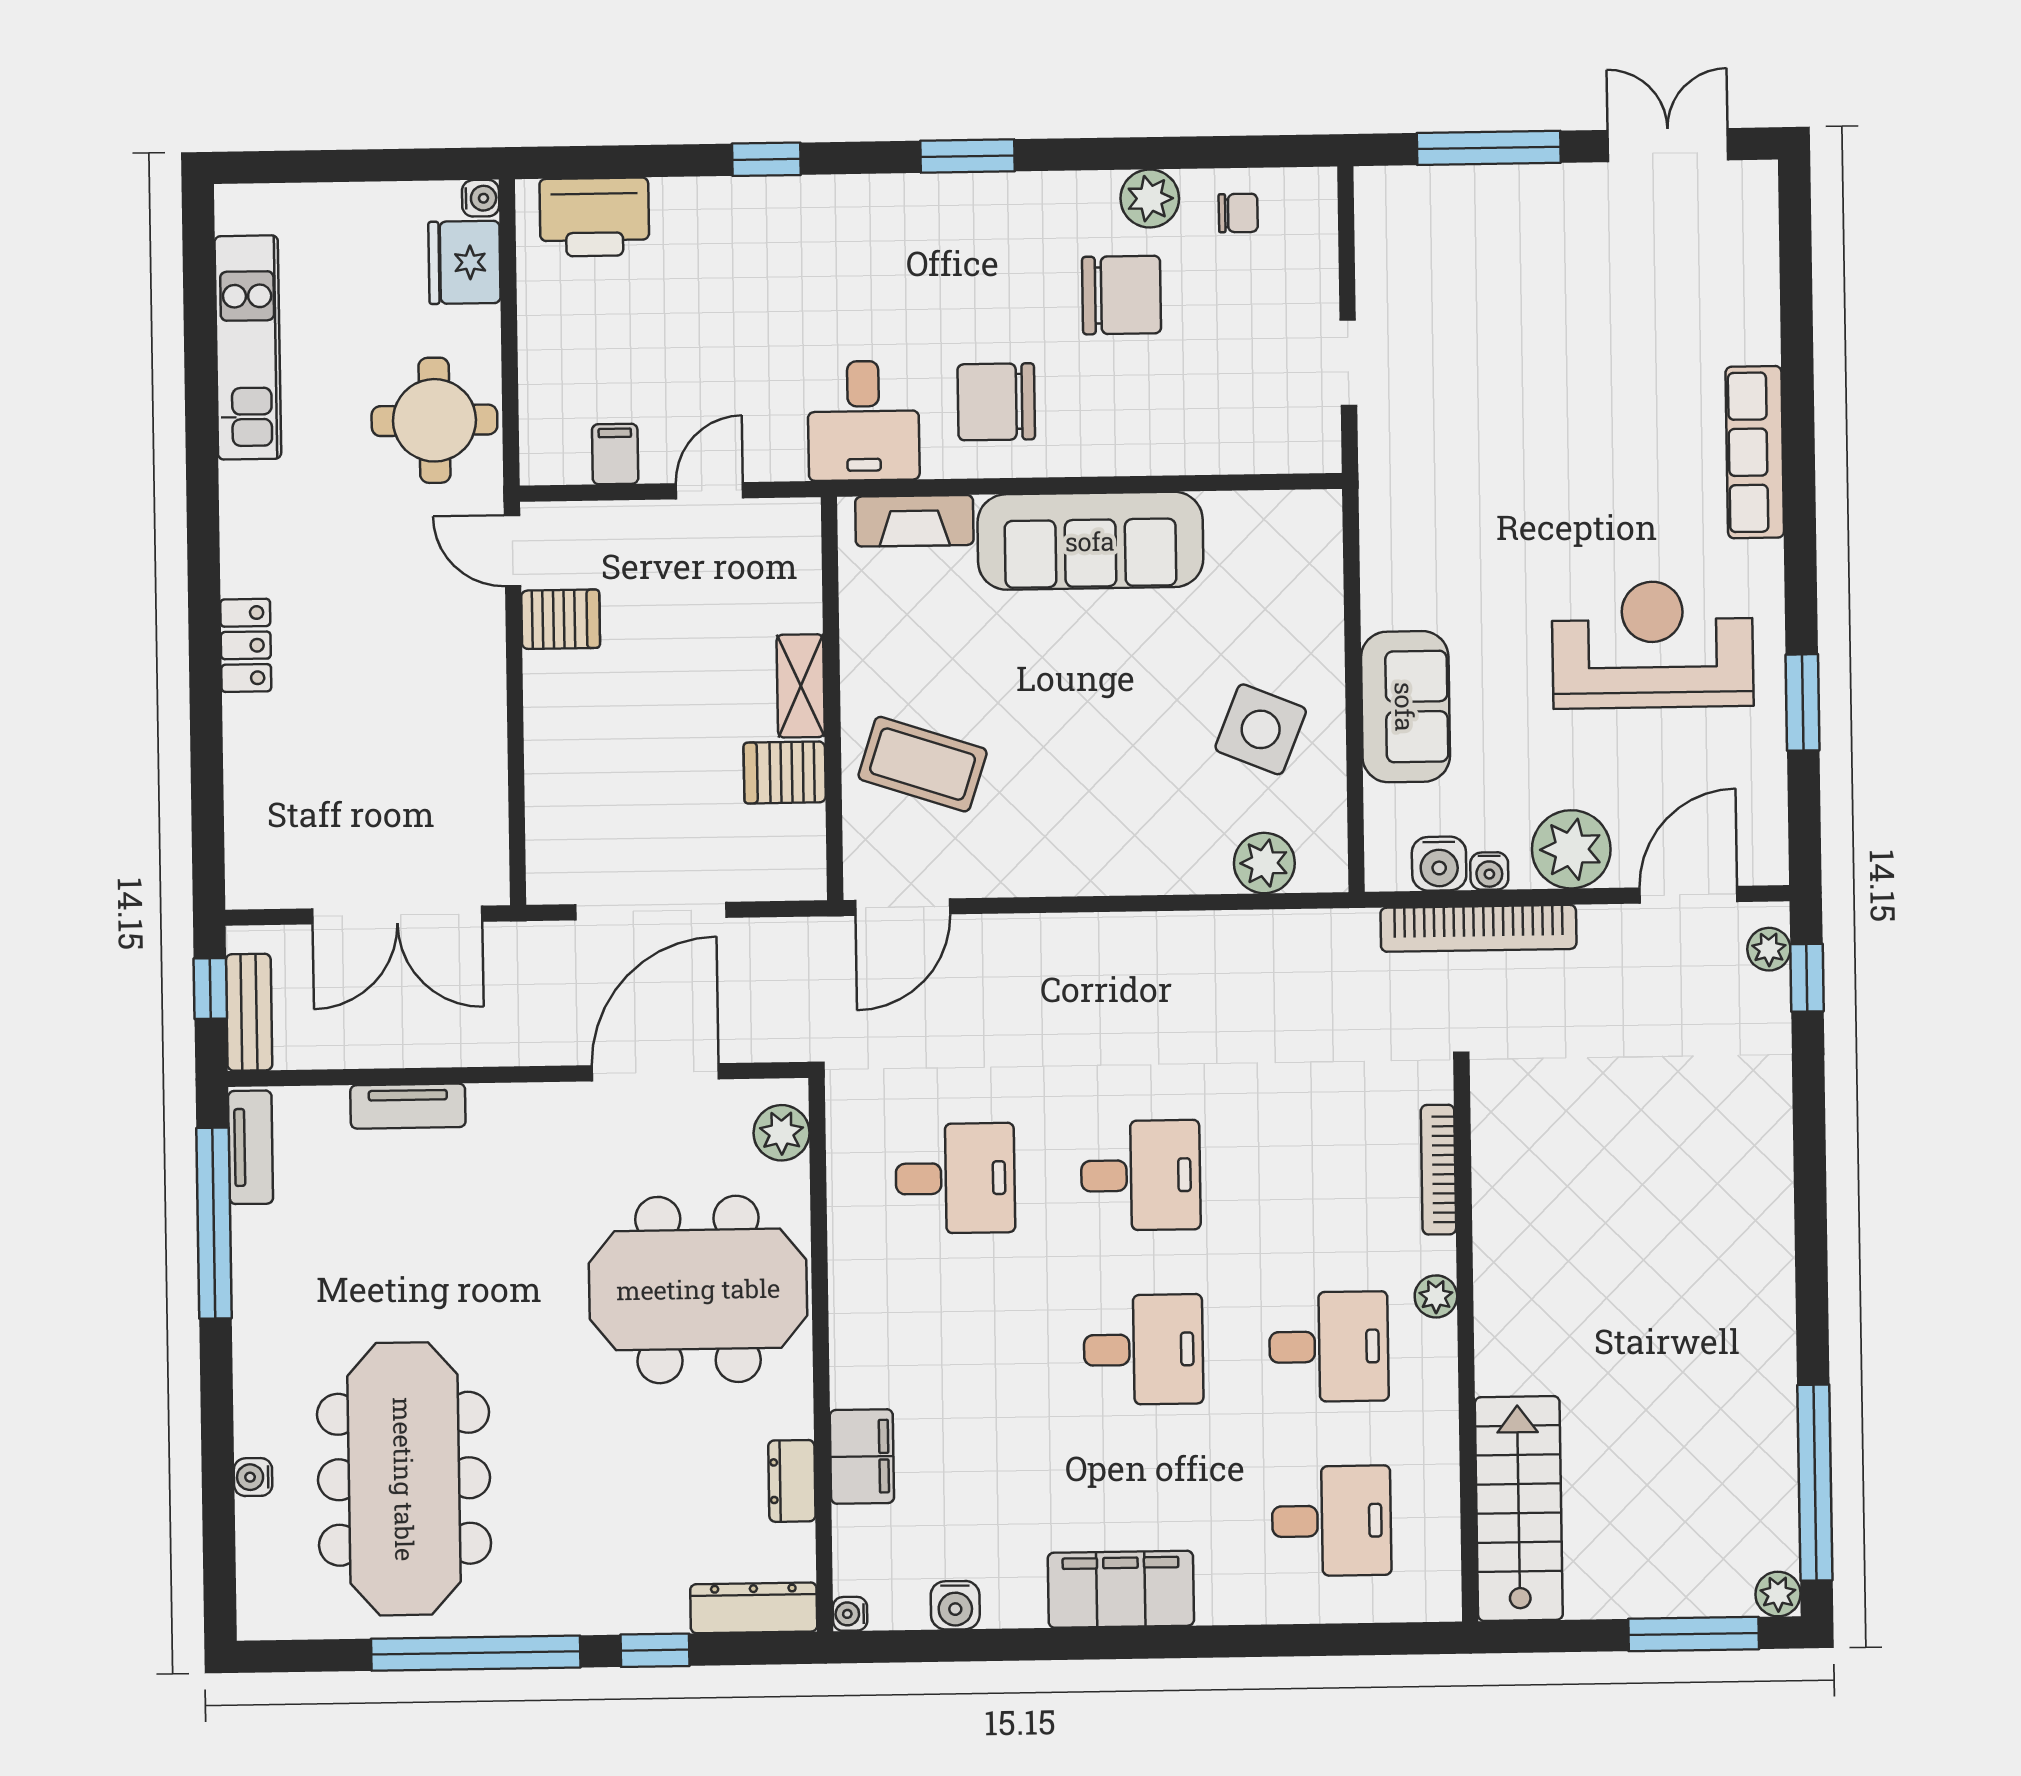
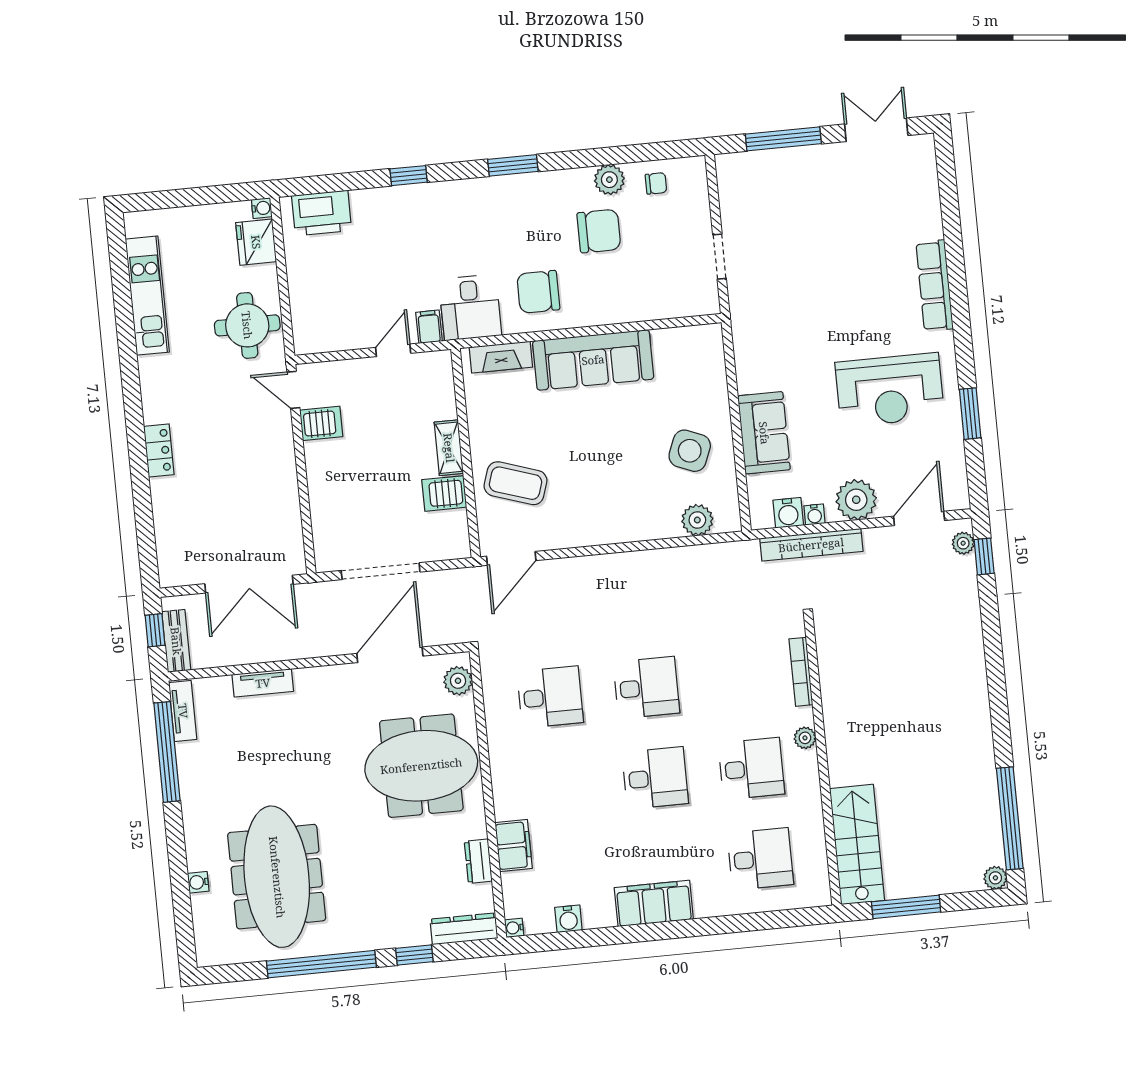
filing cabinet: (615, 454) -> (429, 327), moved
reception desk: (1653, 645) -> (890, 390), turned 180
window: (1694, 1634) -> (906, 907), moved

